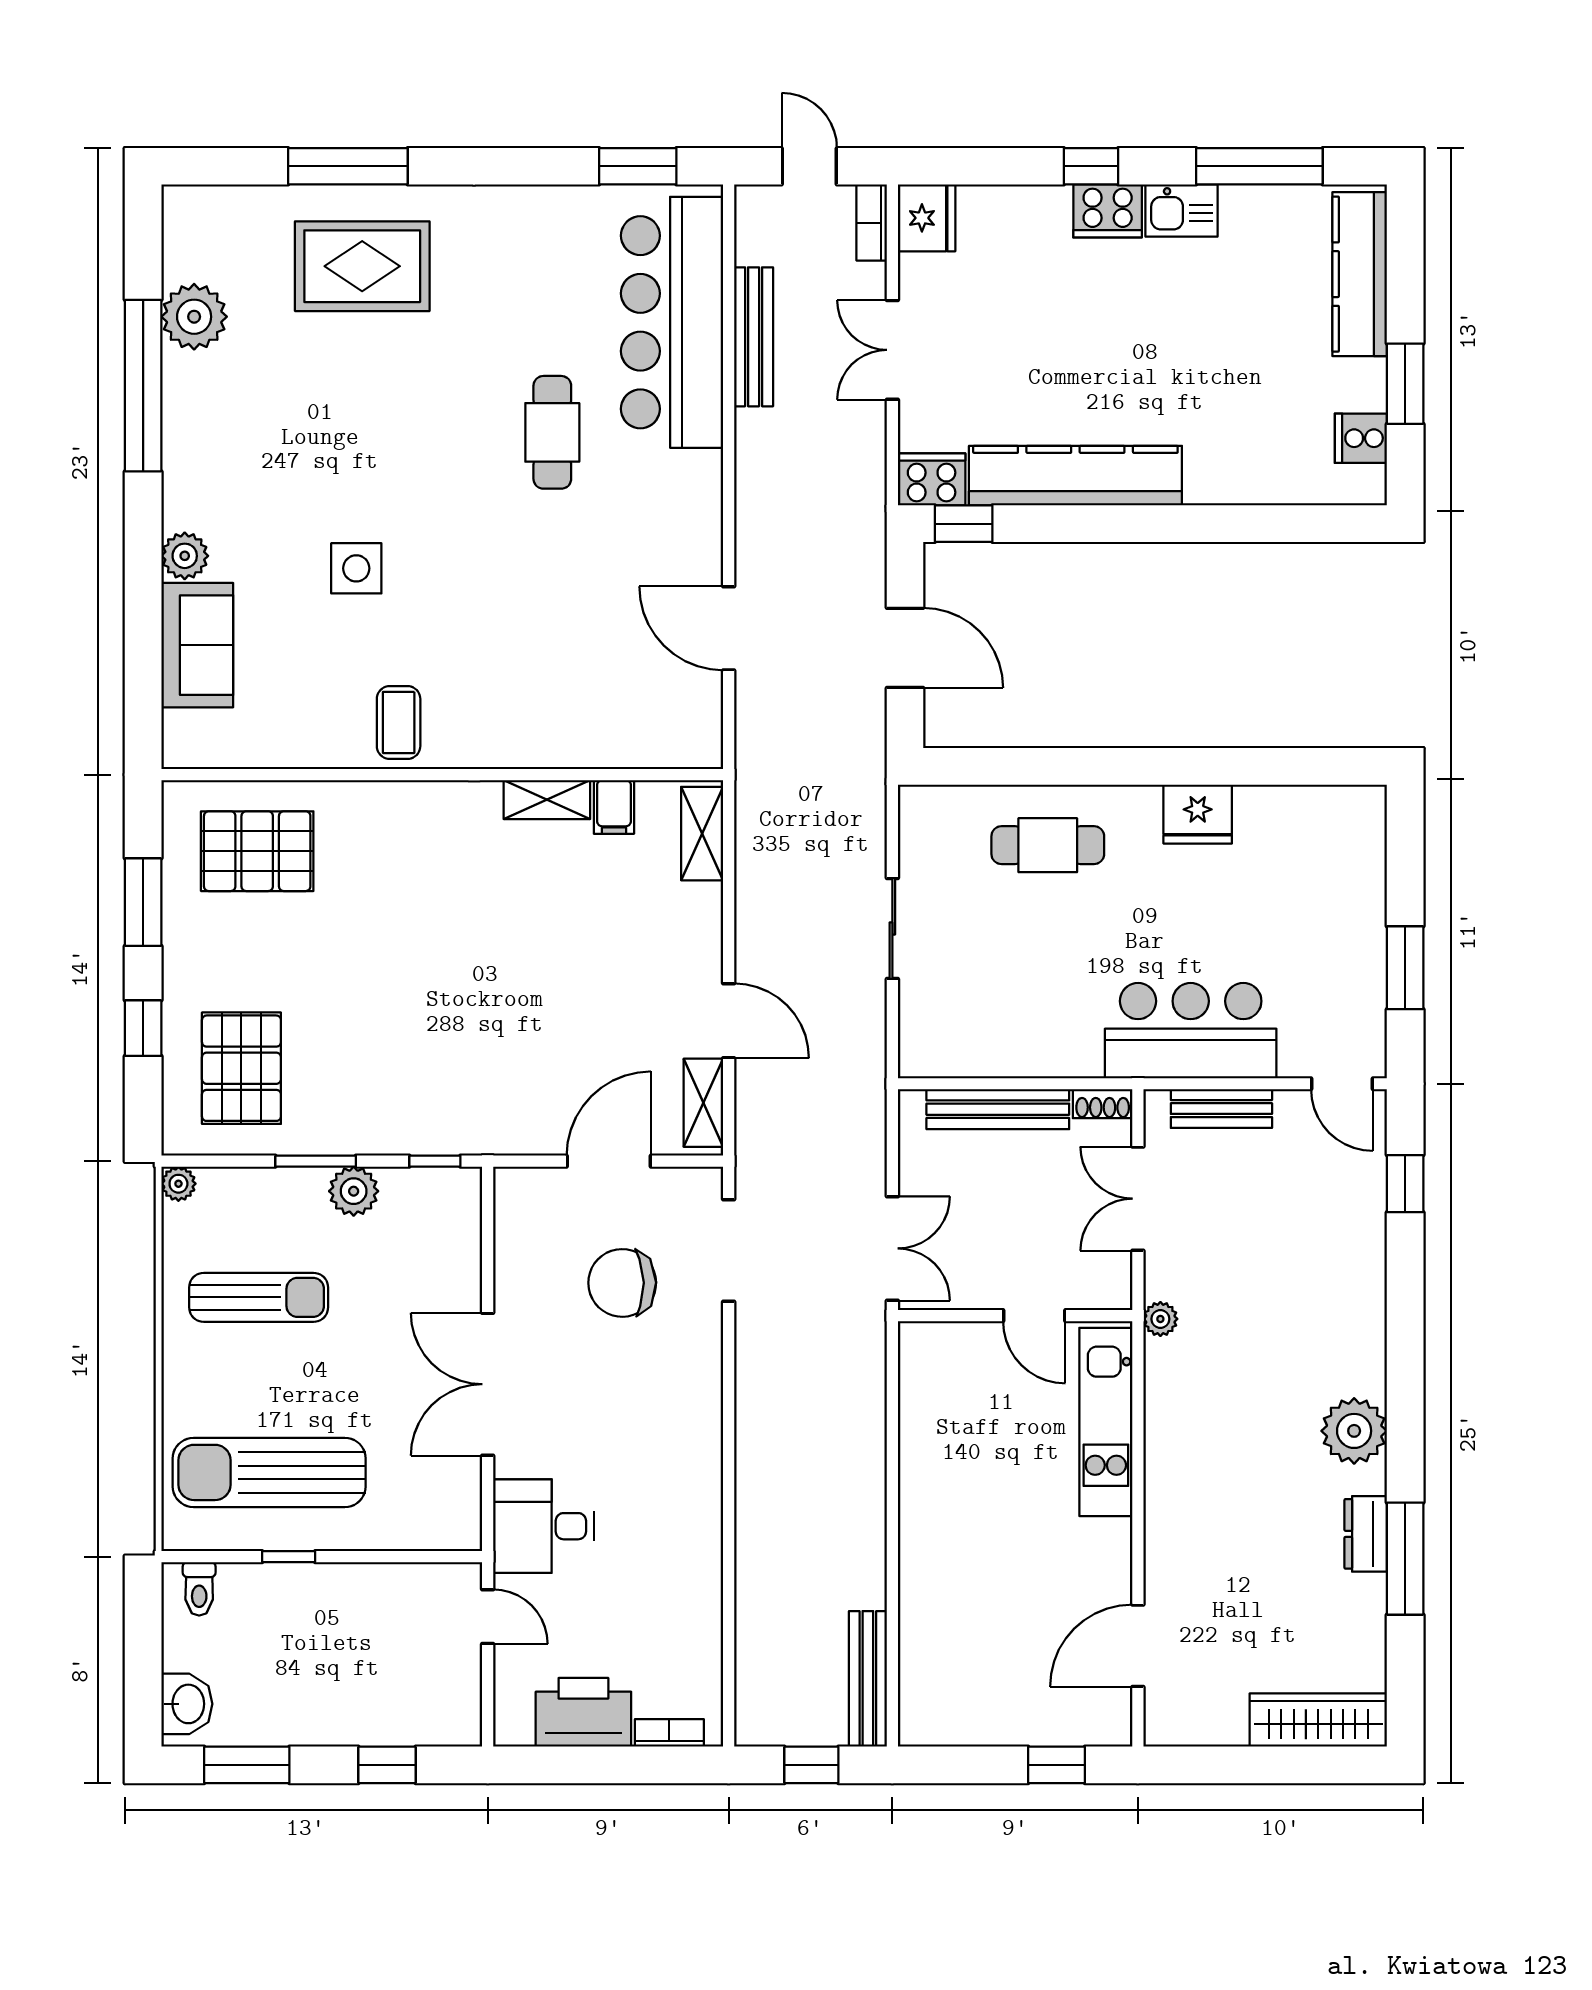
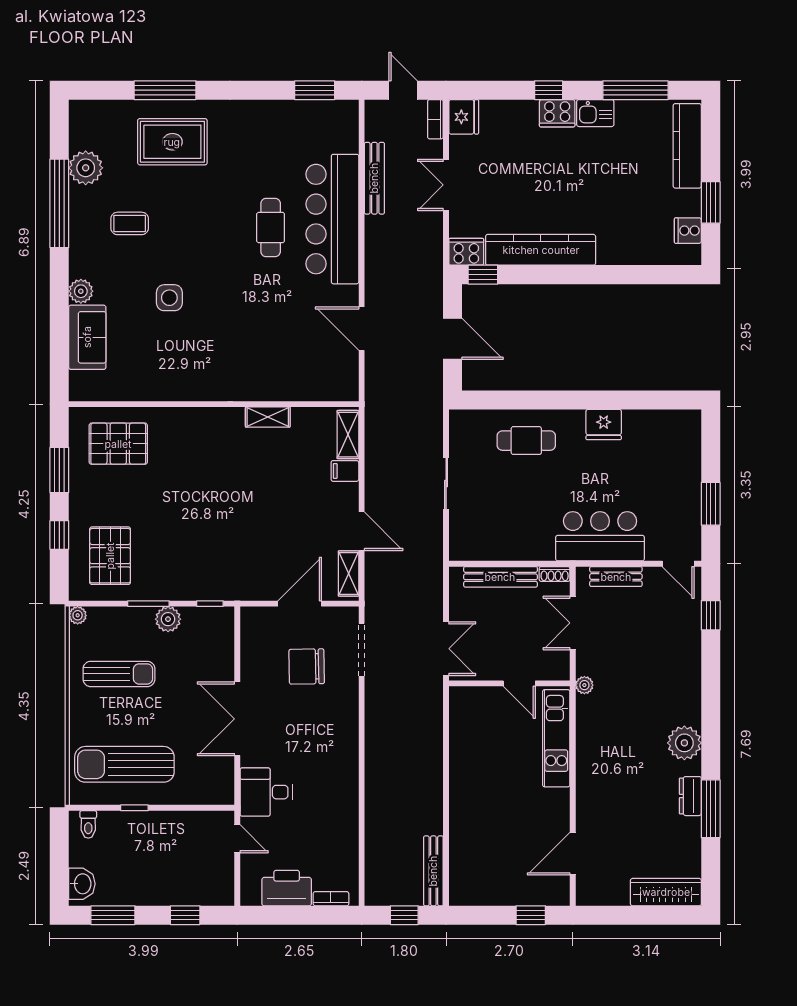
bar counter: (672, 322) -> (332, 219), moved
coffee table: (399, 722) -> (130, 223), moved, turned 90
filing cabinet: (614, 807) -> (345, 471), moved, turned 90

